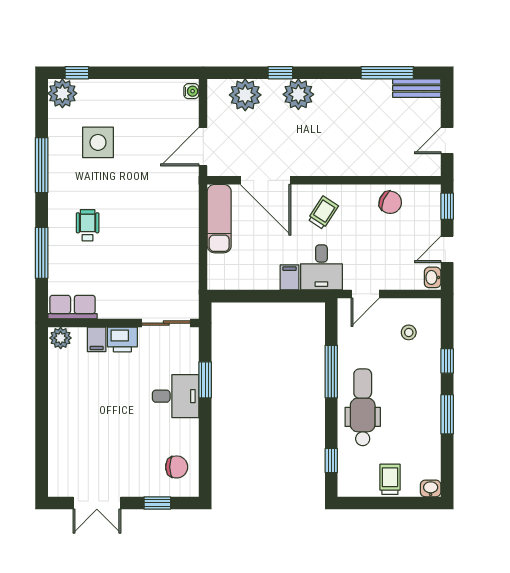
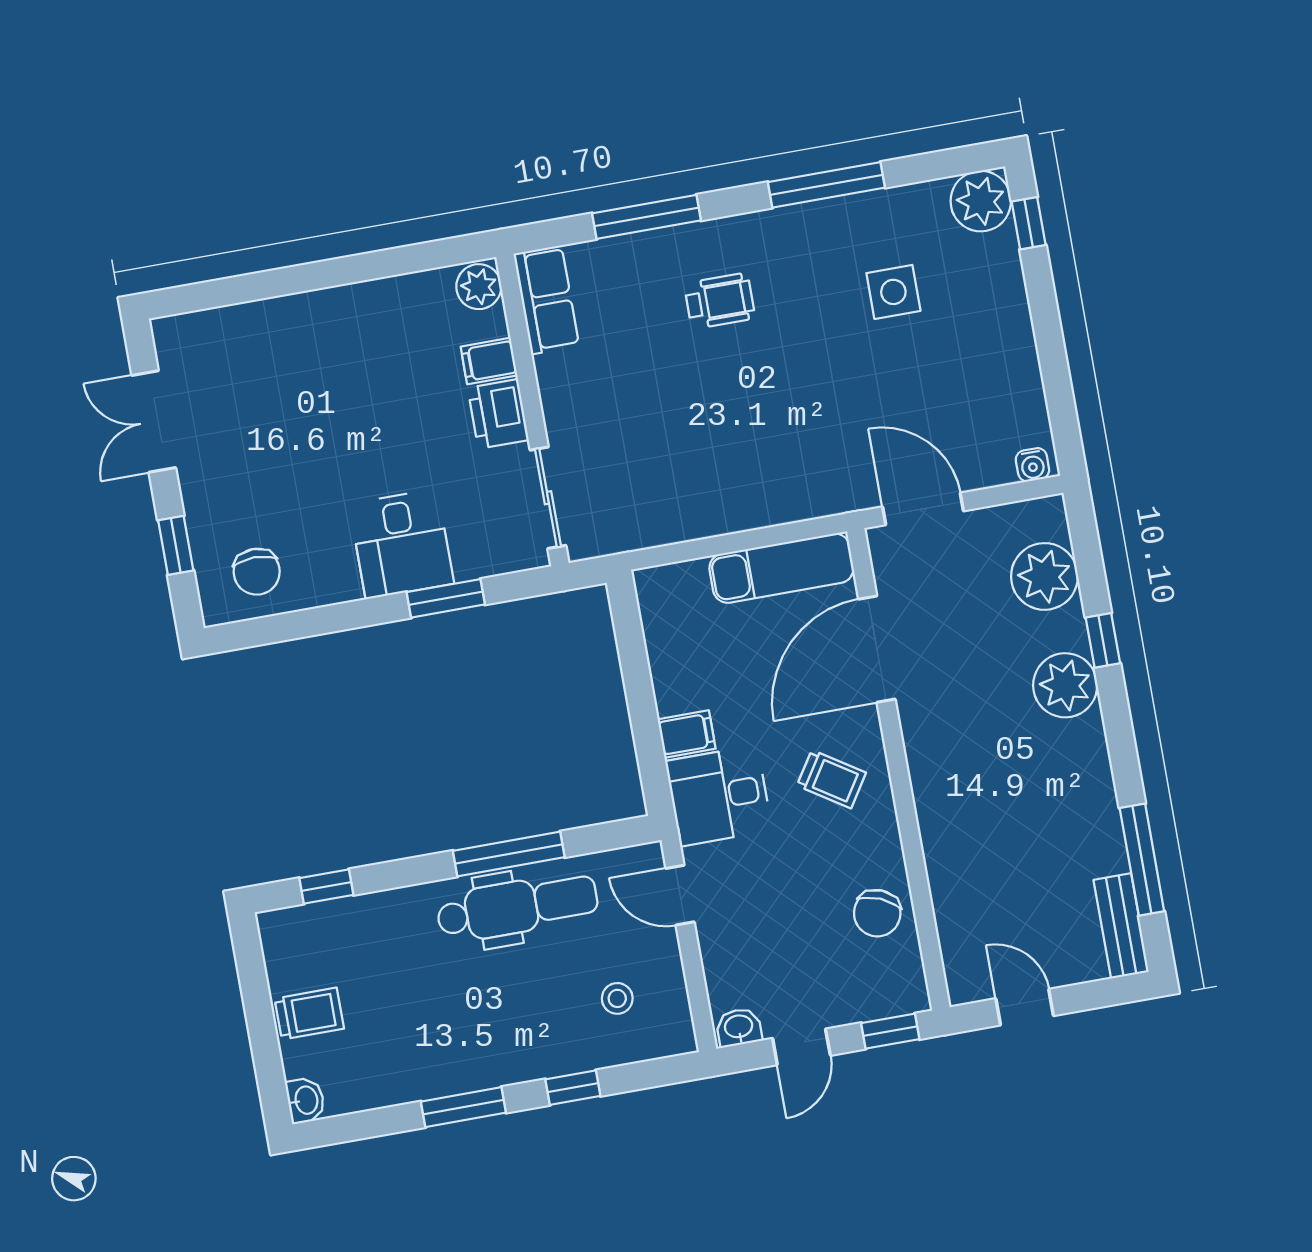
side table: (98, 142) -> (893, 292), width x0.73, depth x0.73
door: (447, 249) -> (801, 1047), swing flipped
dental chair: (363, 407) -> (517, 907), moved

